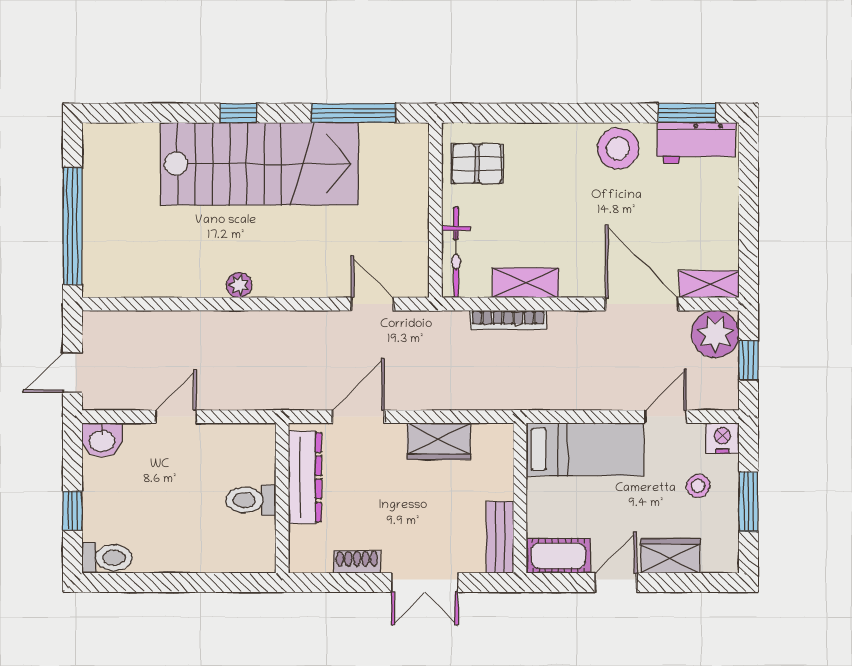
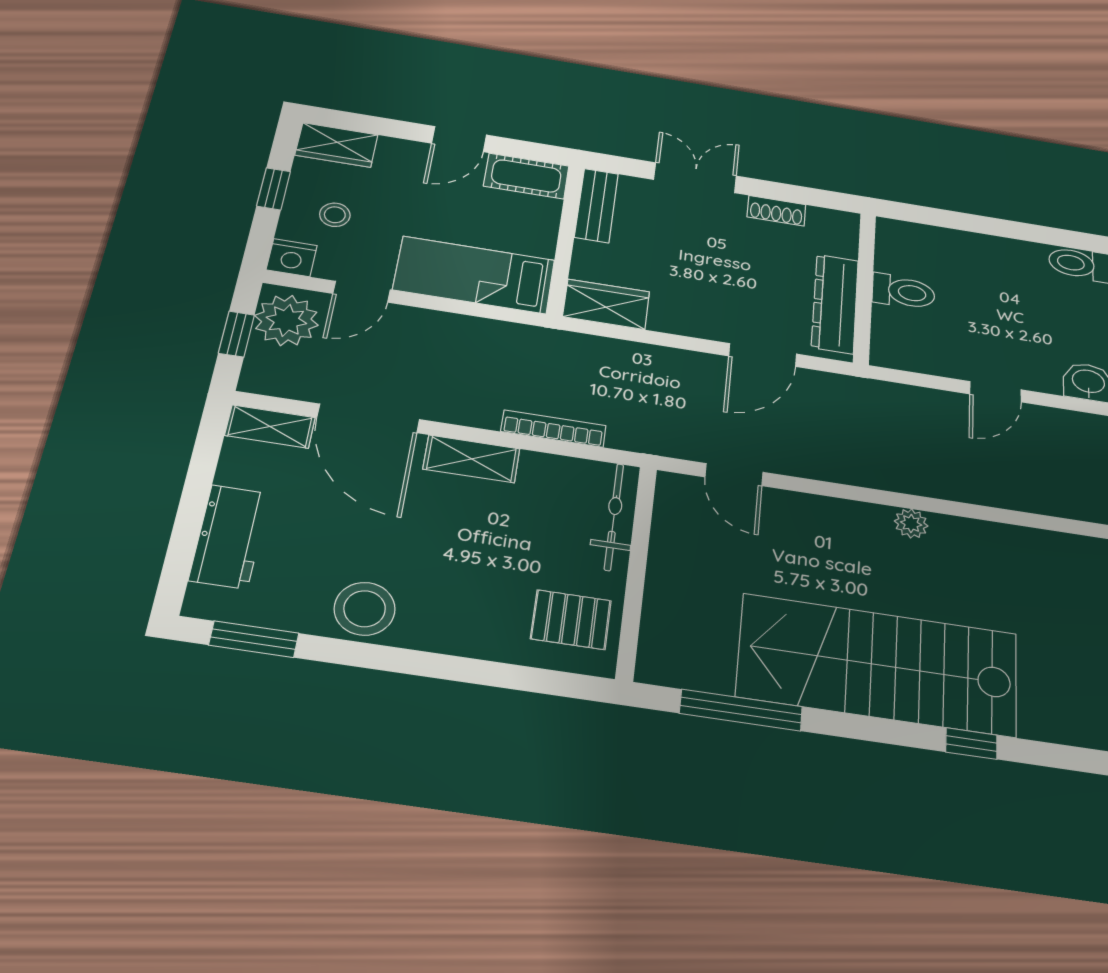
window: (238, 113) -> (971, 744), moved
workbench: (696, 143) -> (229, 537), moved, turned 90
shelving: (525, 283) -> (471, 459), moved
plant: (715, 334) -> (286, 320), moved
wardrobe: (439, 441) -> (606, 304), moved
window: (748, 502) -> (274, 189), width x0.67
wardrobe: (670, 556) -> (337, 145), moved

